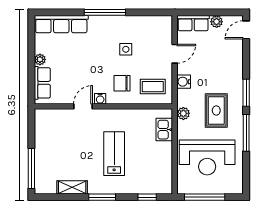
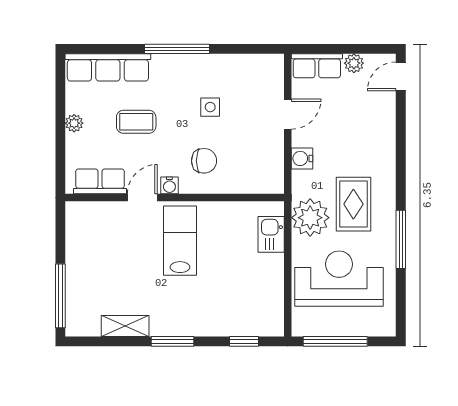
row of seats: (42, 83) -> (100, 181), moved, turned -90
chair: (122, 83) -> (204, 161), turned 180
coffee table: (153, 87) -> (136, 122), moved
window: (246, 93) -> (401, 176), removed
plant: (183, 113) -> (310, 218), width x1.87, depth x1.87
lab bench: (114, 154) -> (180, 241), moved
reception desk: (207, 158) -> (339, 279), turned 180

